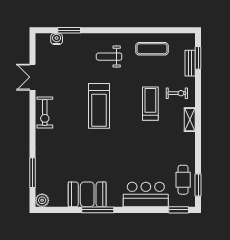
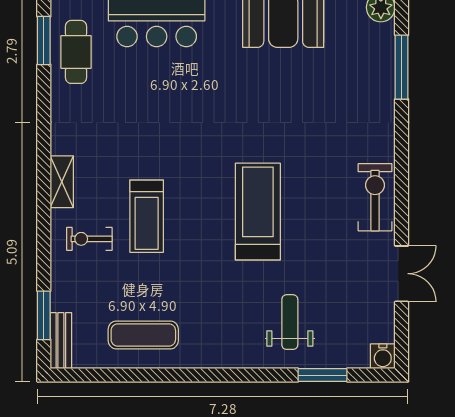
water cooler: (57, 39) -> (383, 356), moved
weight bench: (109, 57) -> (290, 322), moved, turned -90
bench: (190, 63) -> (61, 341), moved

